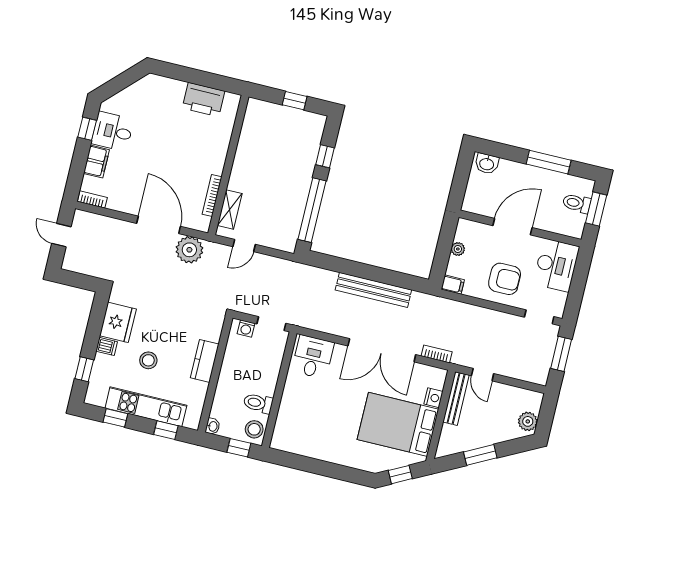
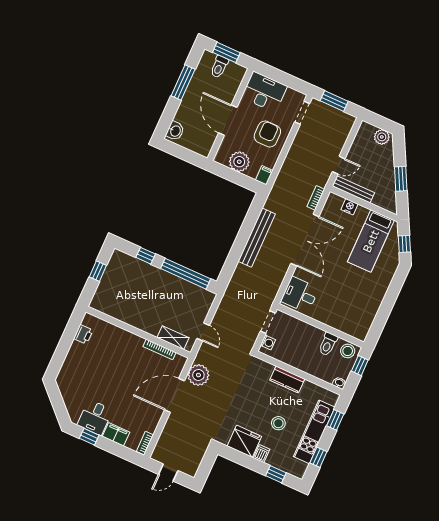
printer: (203, 100) -> (83, 334), width x0.53, depth x0.68
plant: (458, 249) -> (239, 162), width x1.88, depth x1.88
bed: (398, 424) -> (371, 241), width x0.67

